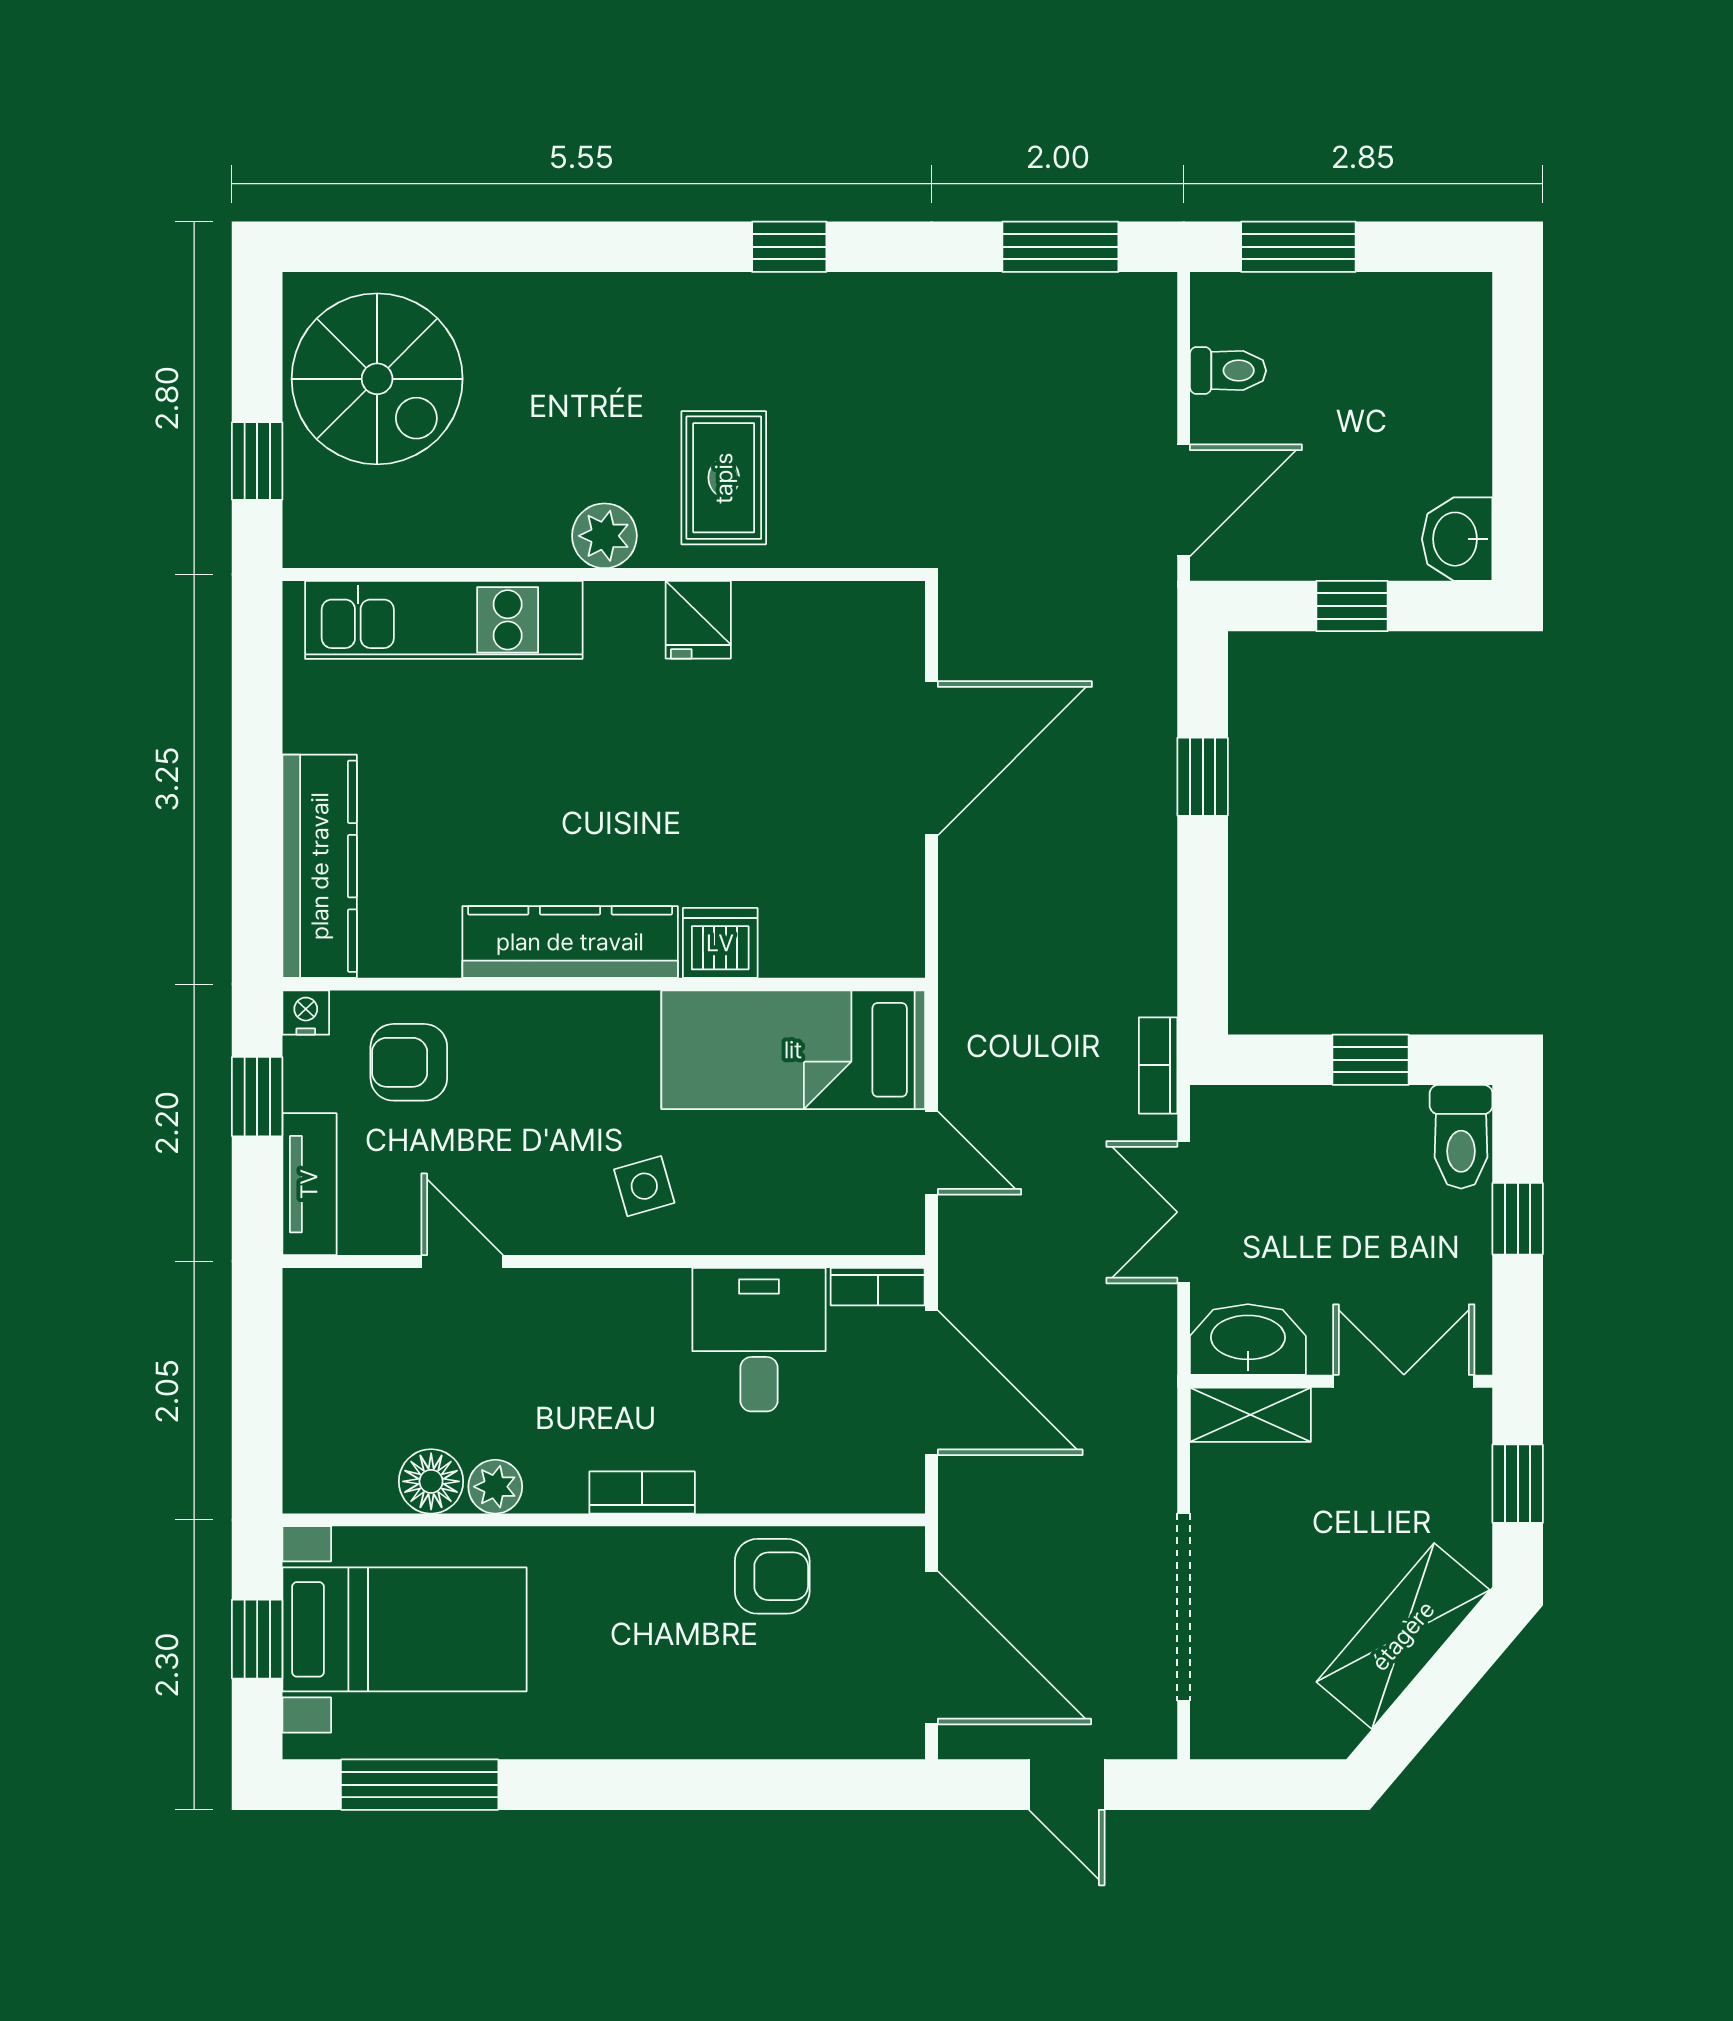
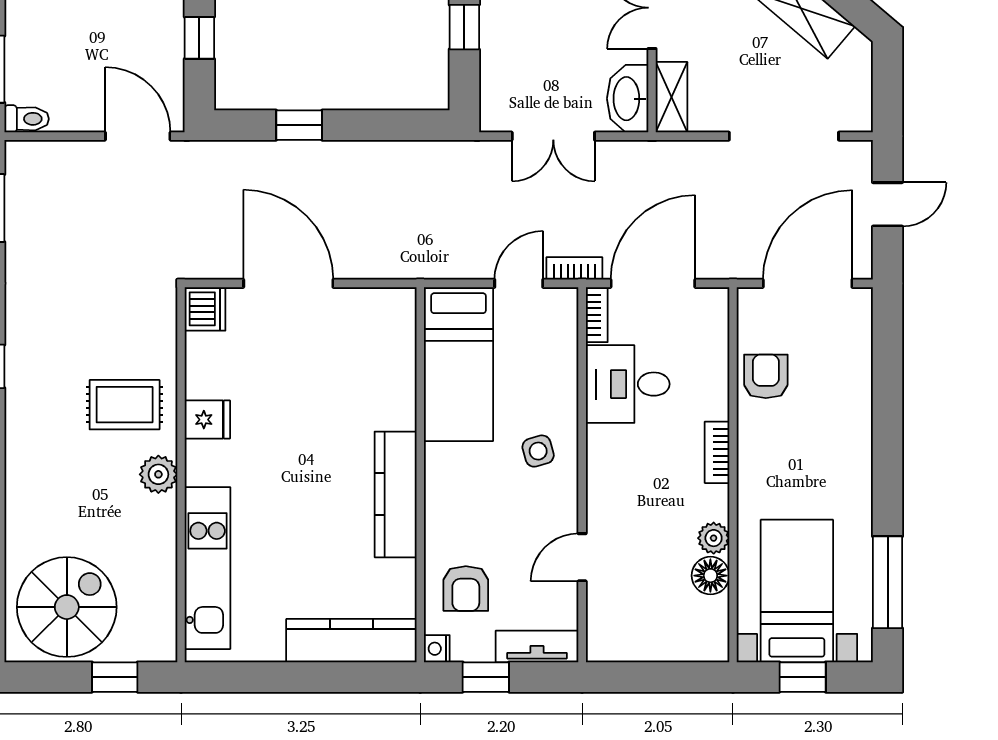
toilet: (1228, 371) -> (27, 119), moved, turned 90
dishwasher: (720, 943) -> (205, 309), moved, turned 180
bookcase: (1158, 1065) -> (574, 268), moved, turned 180

